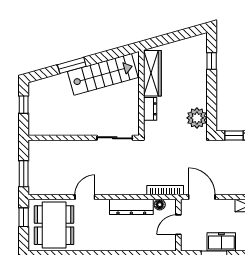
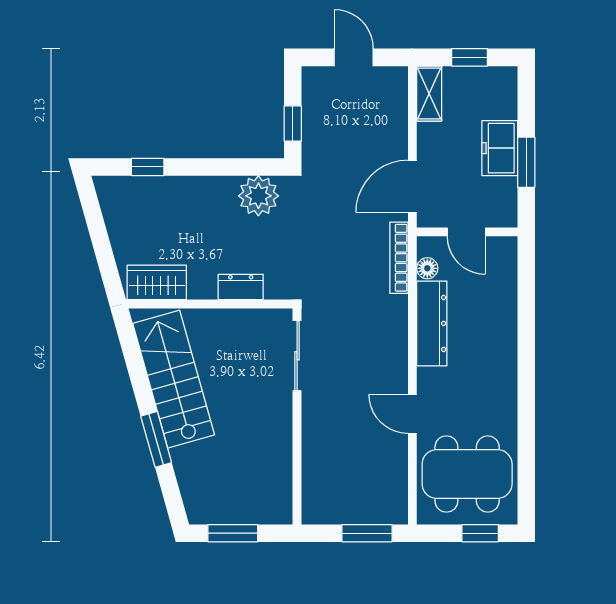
wardrobe: (152, 73) -> (157, 282), width x0.67
window: (24, 105) -> (233, 533), width x1.50
window: (24, 217) -> (480, 533), moved

